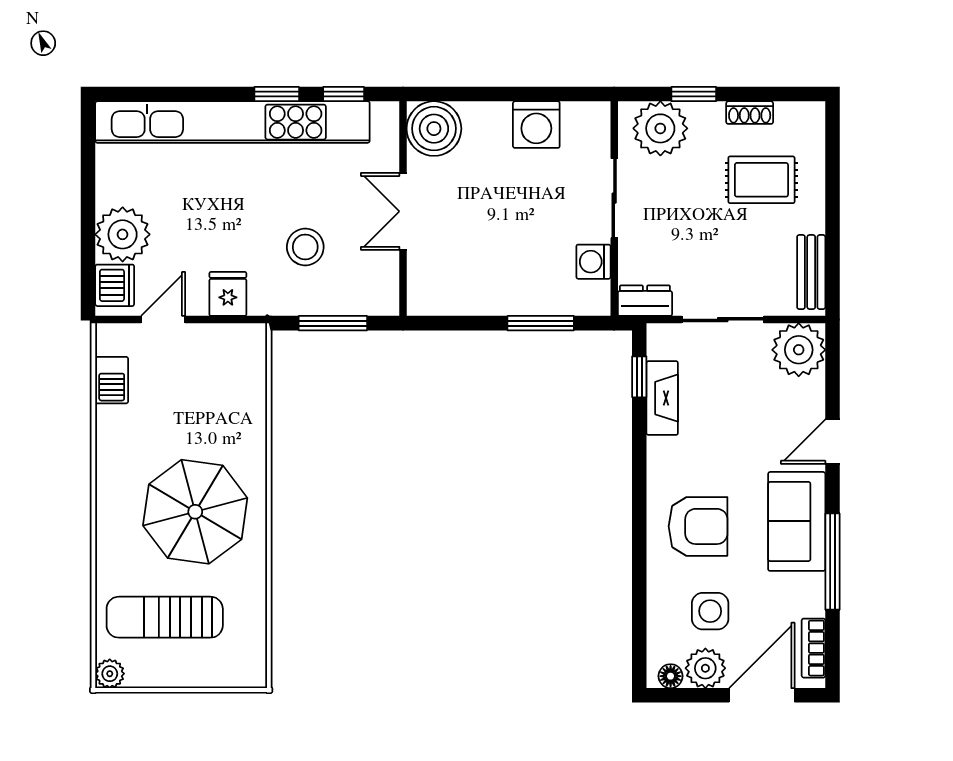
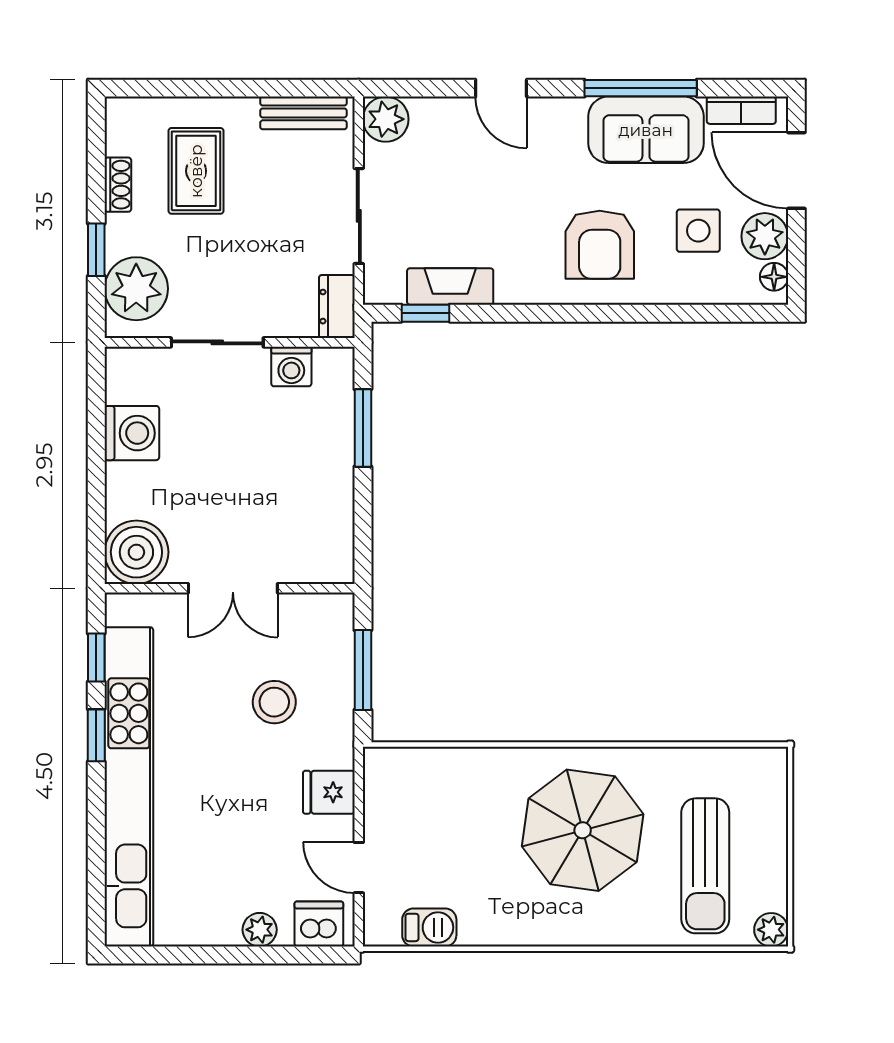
plant: (123, 234) -> (260, 930), width x0.53, depth x0.53
plant: (799, 350) -> (386, 119), width x0.73, depth x0.73
sofa: (797, 521) -> (646, 130), moved
armchair: (698, 526) -> (600, 245), turned 180

